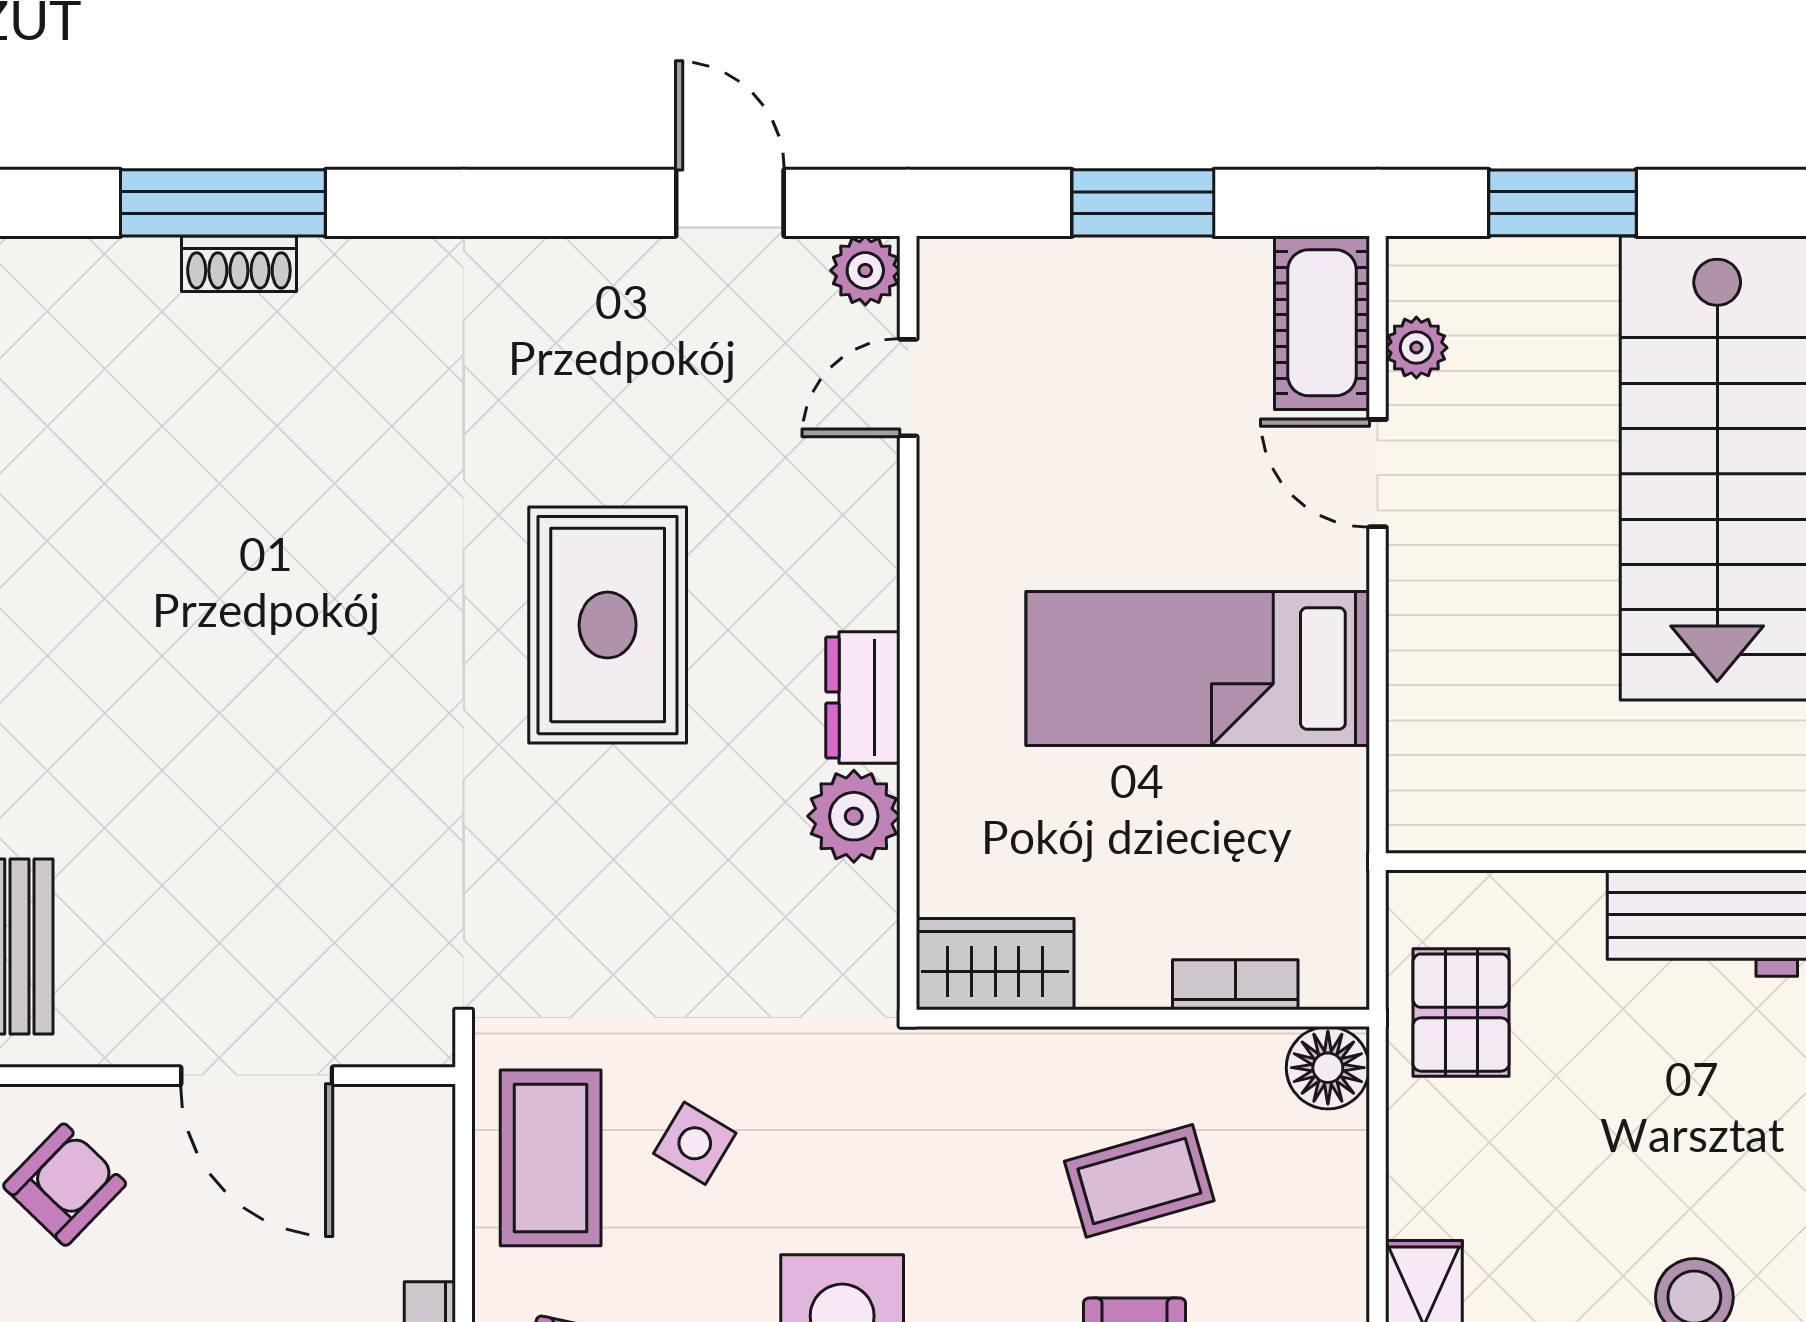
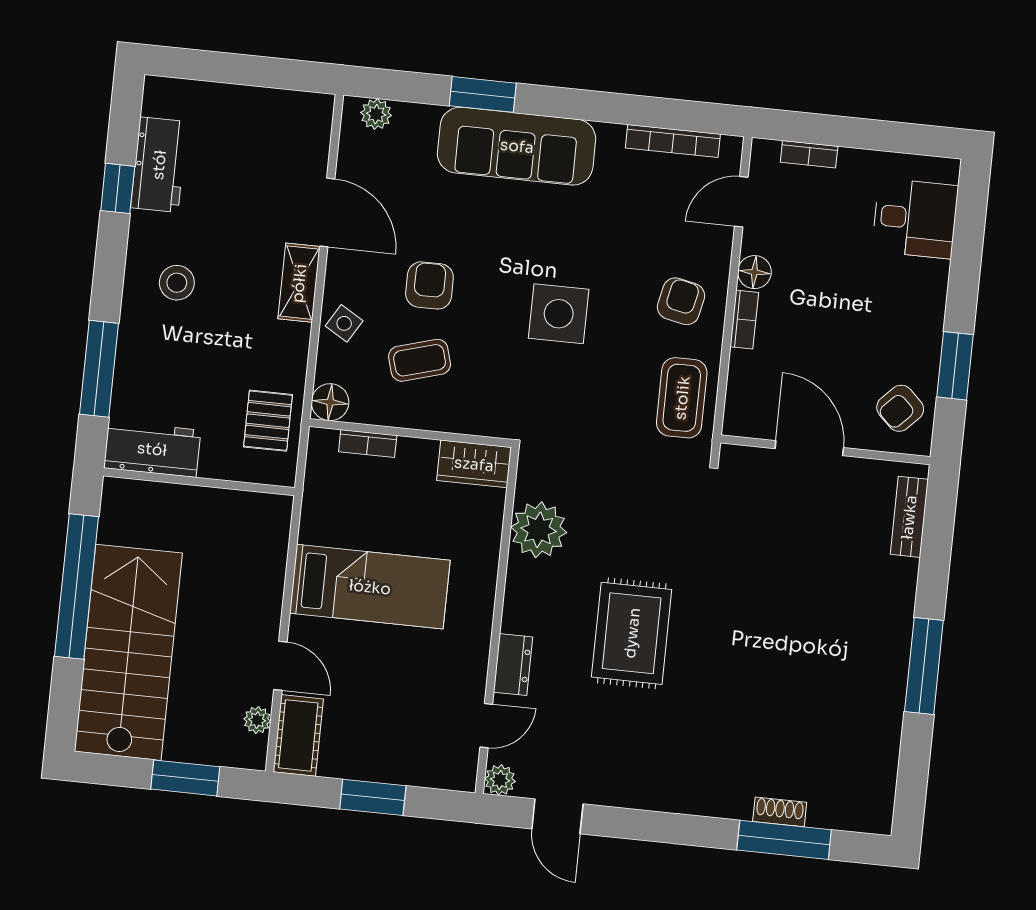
dresser: (863, 698) -> (513, 665), moved
plant: (854, 816) -> (539, 530), width x1.36, depth x1.36
side table: (695, 1143) -> (344, 323), moved

